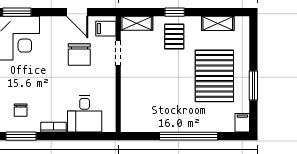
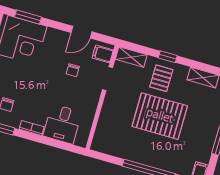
door: (77, 12) -> (81, 32), hinge flipped
chair: (79, 54) -> (73, 70), width x0.54, depth x0.54
pallet: (214, 76) -> (160, 116), moved, turned 90

